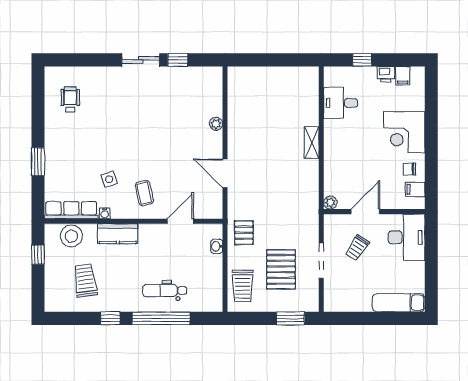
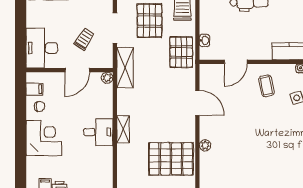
desk: (341, 103) -> (98, 132), moved
pallet: (256, 108) -> (171, 159), added
shelving: (309, 214) -> (125, 68), added
pallet: (244, 233) -> (181, 52), width x1.50, depth x1.42

